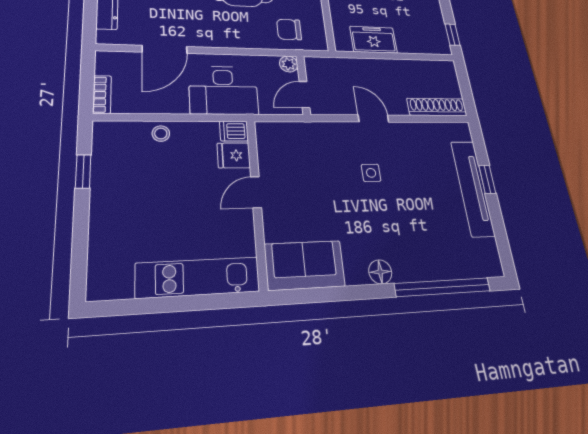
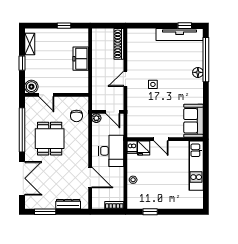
window: (453, 35) -> (64, 26), moved
freezer: (373, 40) -> (81, 59), moved
window: (487, 179) -> (185, 26), moved
tv unit: (473, 188) -> (180, 34), moved
floor lamp: (380, 272) -> (198, 72), moved

